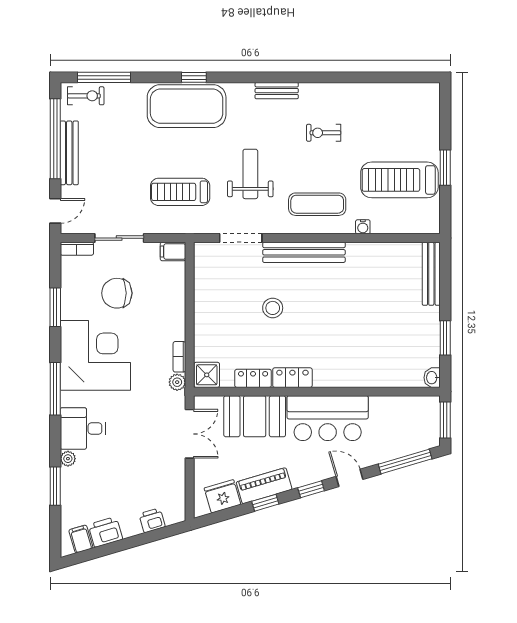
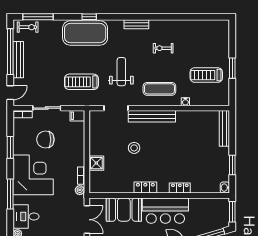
treadmill: (399, 180) -> (206, 75), width x0.73, depth x0.73
shower: (207, 375) -> (96, 163), moved
locker: (253, 378) -> (180, 188), moved

